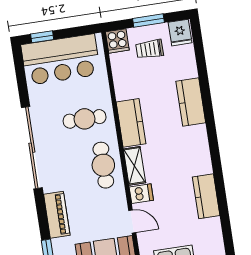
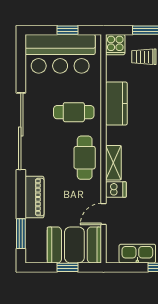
window: (42, 37) -> (68, 30), moved
kitchen counter: (131, 123) -> (116, 104), moved
door: (132, 221) -> (104, 214), swing flipped

